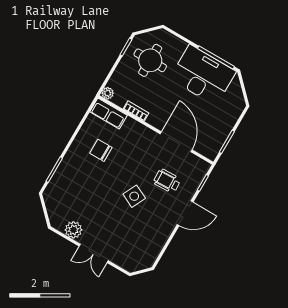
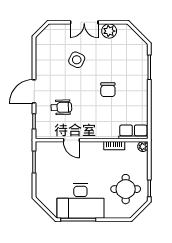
door: (176, 142) -> (71, 140), width x0.53
chair: (101, 150) -> (108, 90), moved, turned 90
side table: (134, 196) -> (77, 60), moved
double door: (94, 253) -> (84, 22), swing flipped

